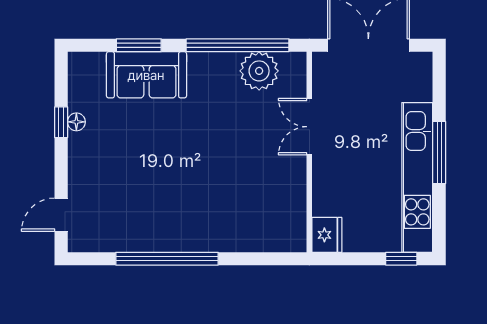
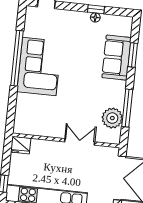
window: (238, 45) -> (127, 108), width x0.68
corner sofa: (178, 216) -> (39, 67), added

